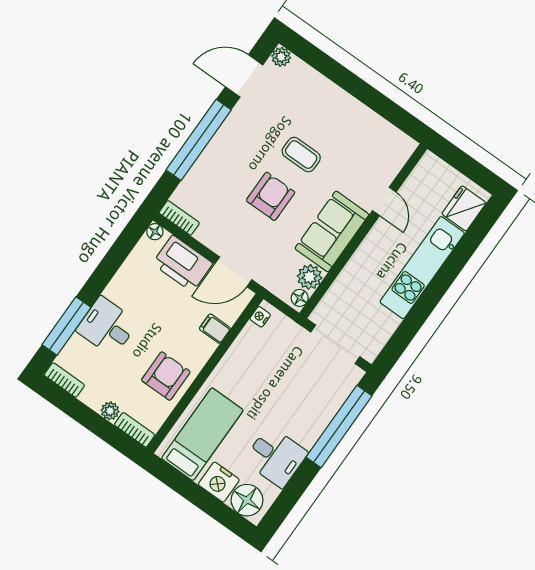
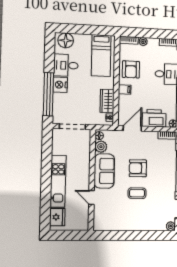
armchair: (271, 196) -> (138, 168), turned 90
filing cabinet: (215, 329) -> (125, 89), moved
wardrobe: (246, 349) -> (107, 101), added
nightstand: (219, 482) -> (60, 85), moved, turned -90

